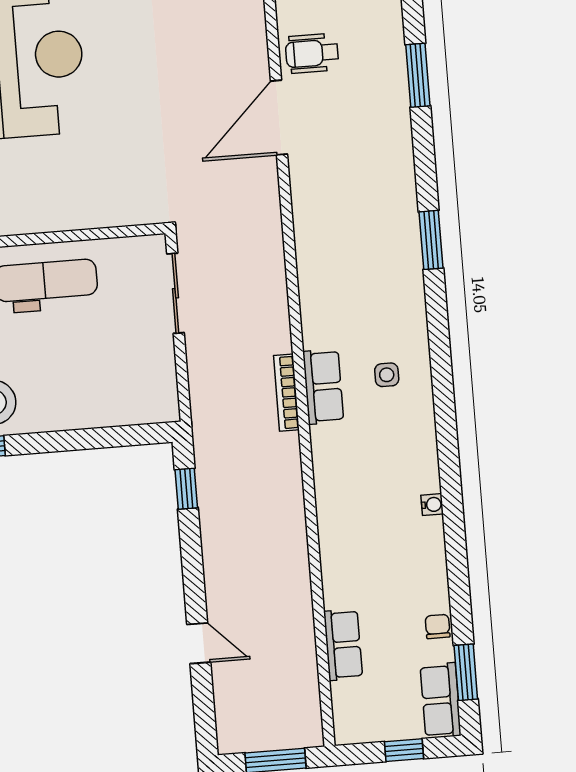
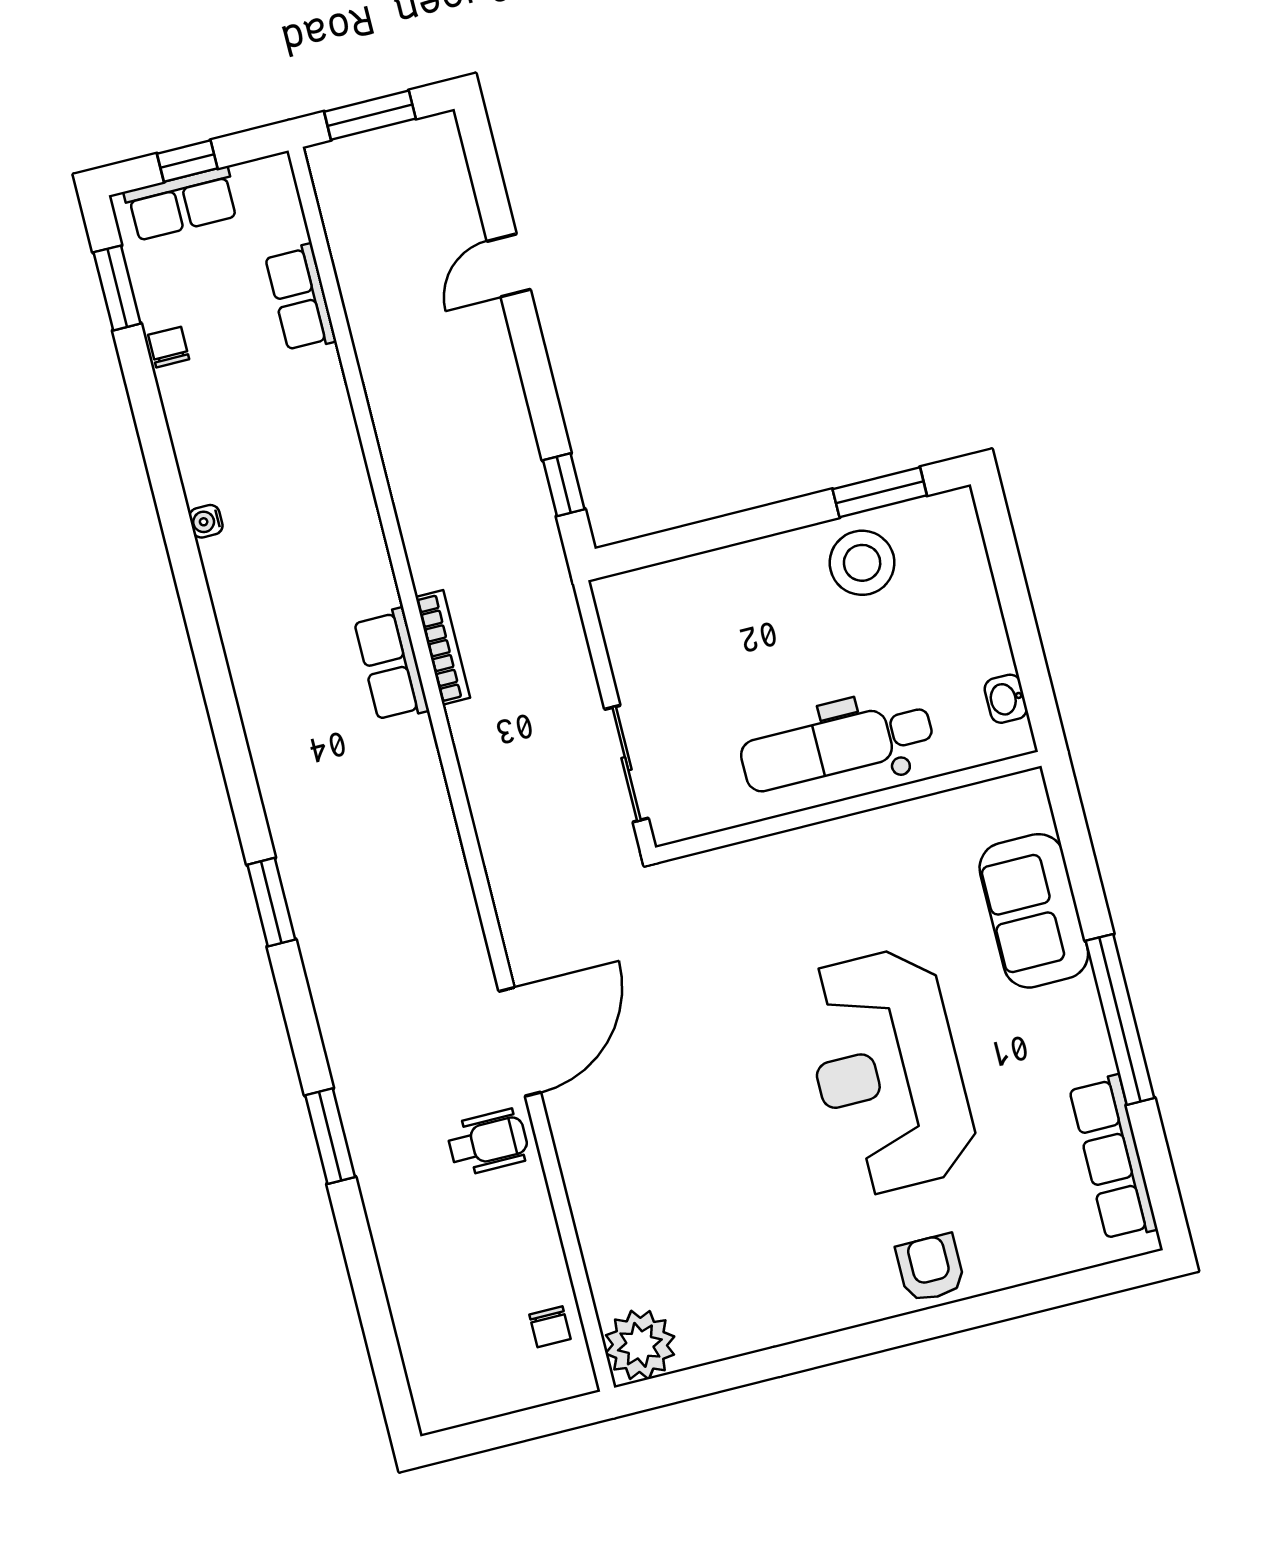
side table: (387, 375) -> (303, 697), removed
chair: (438, 627) -> (169, 347), turned 180
door: (199, 643) -> (509, 265), hinge flipped
row of seats: (441, 700) -> (182, 204), moved, turned 90

